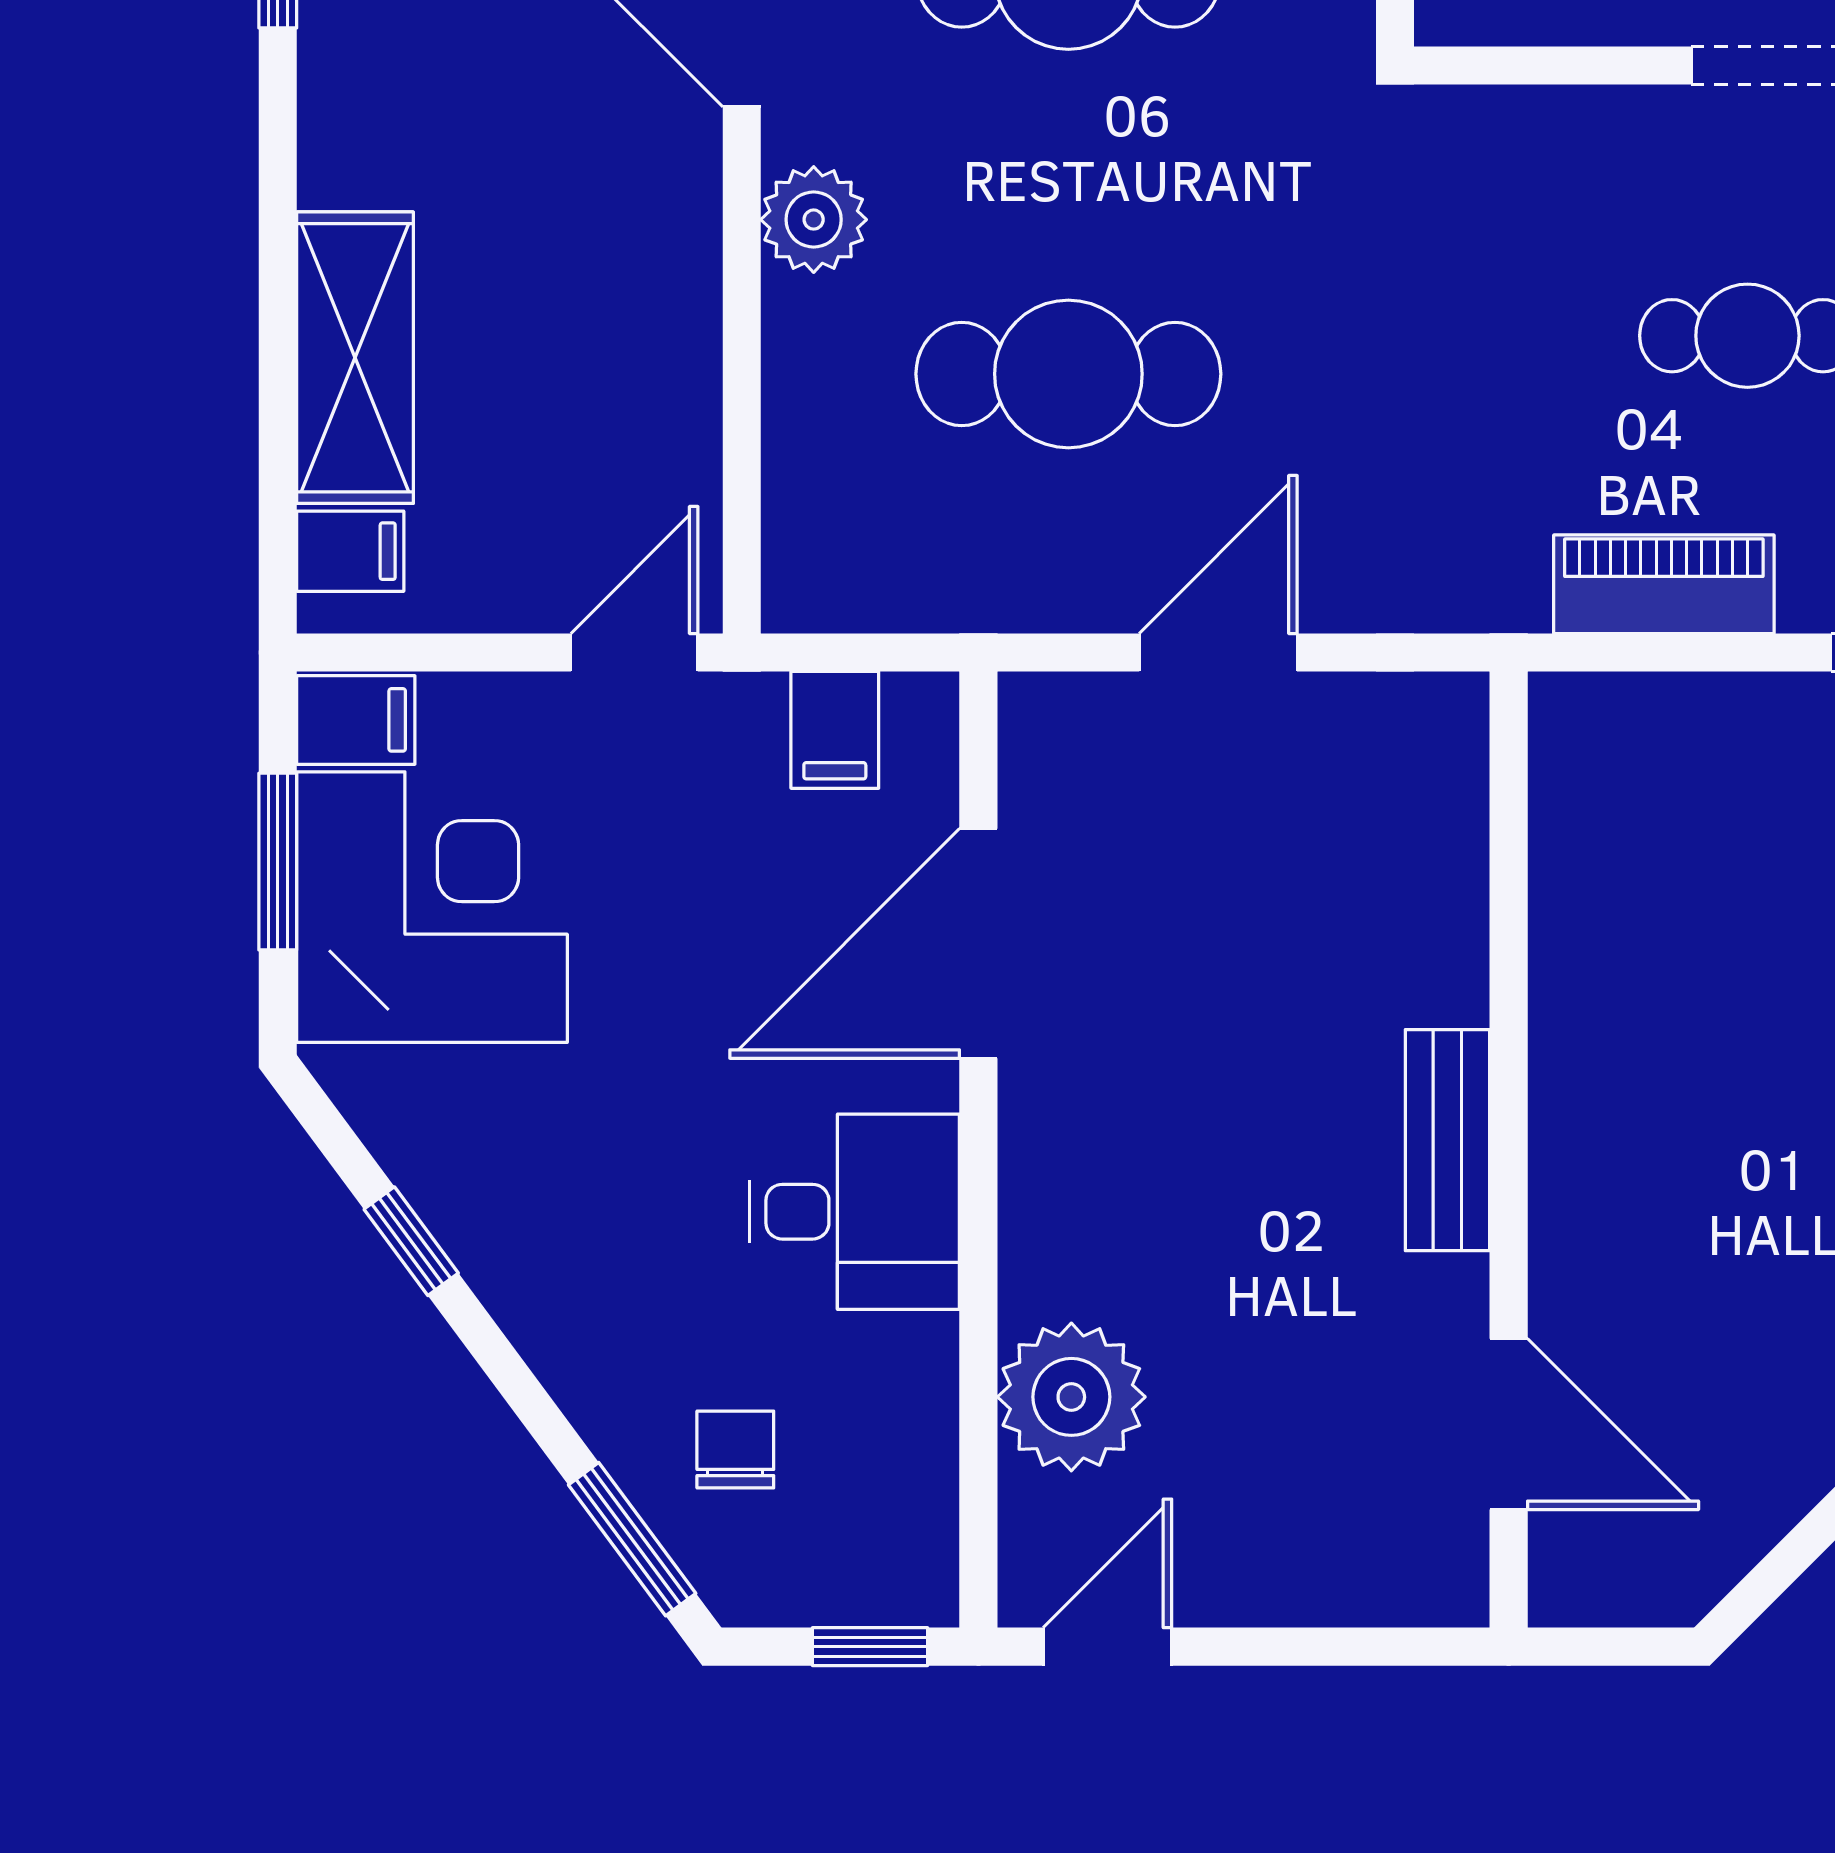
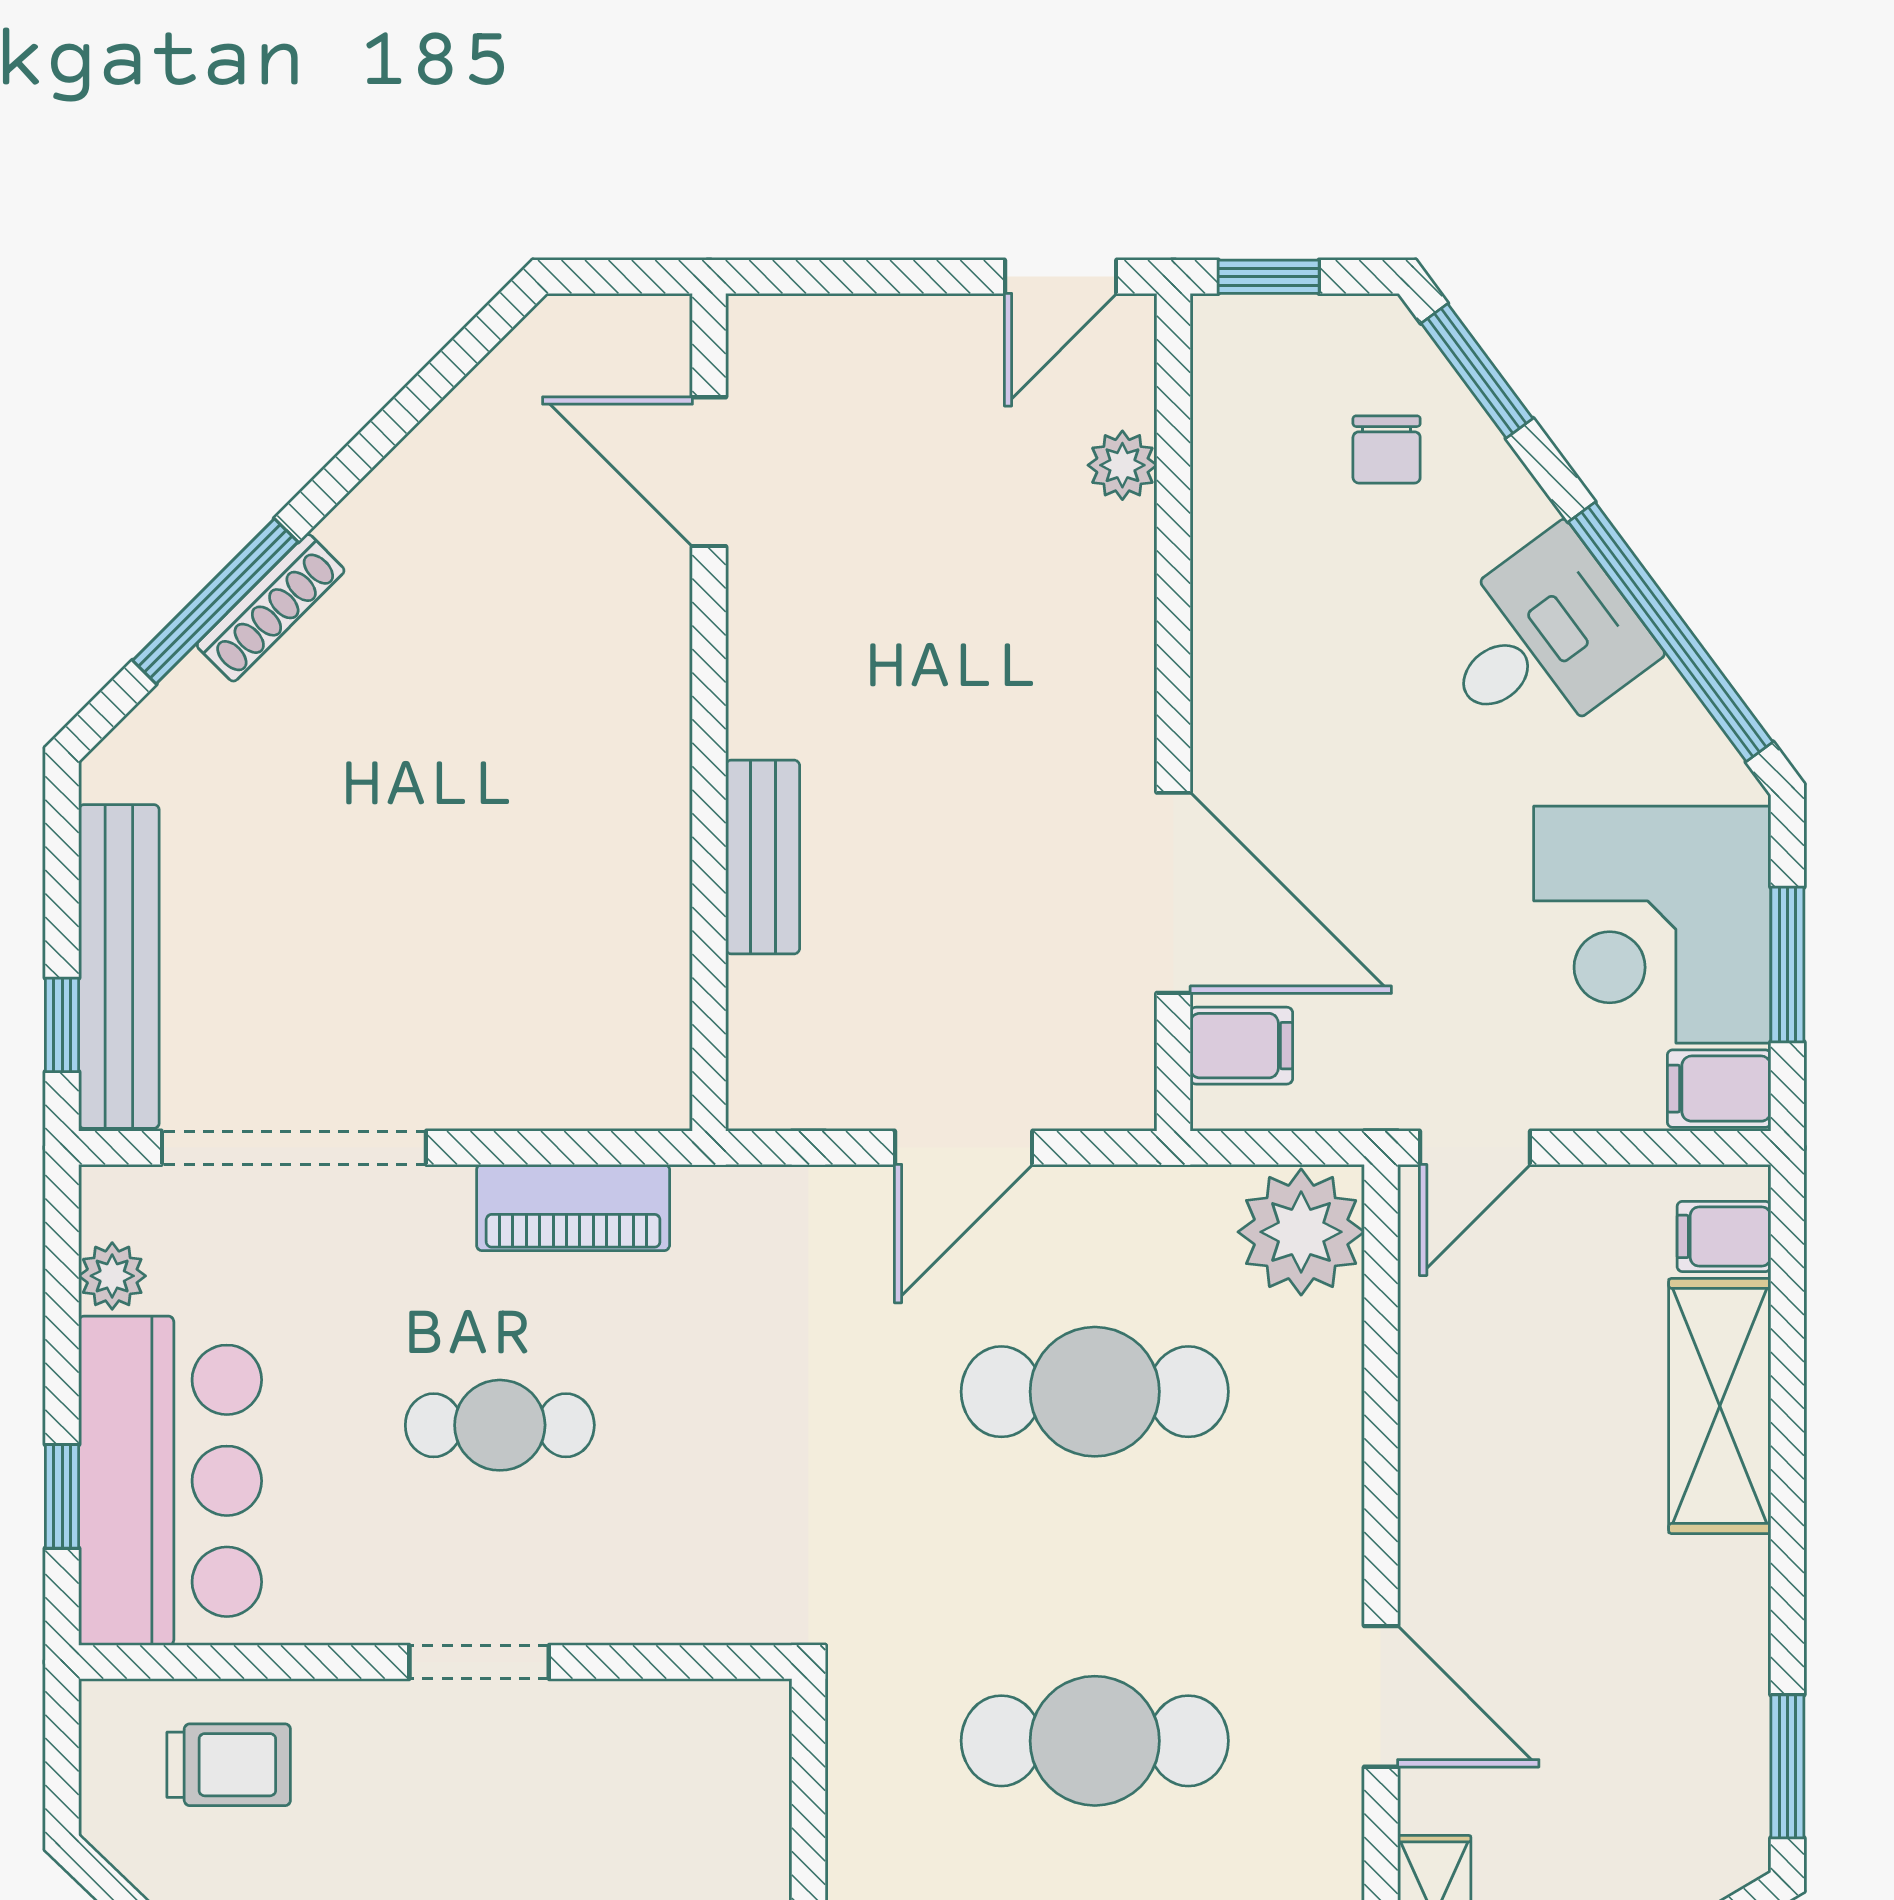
plant: (814, 220) -> (1301, 1232), moved, width x1.36, depth x1.36
filing cabinet: (835, 730) -> (1241, 1046), moved, turned 90
door: (978, 943) -> (1174, 893), hinge flipped
bench: (1447, 1140) -> (763, 857), moved
desk: (854, 1212) -> (1542, 641), moved, turned 143
window: (411, 1241) -> (1671, 632), width x3.17
plant: (1071, 1397) -> (1122, 465), width x0.53, depth x0.53

